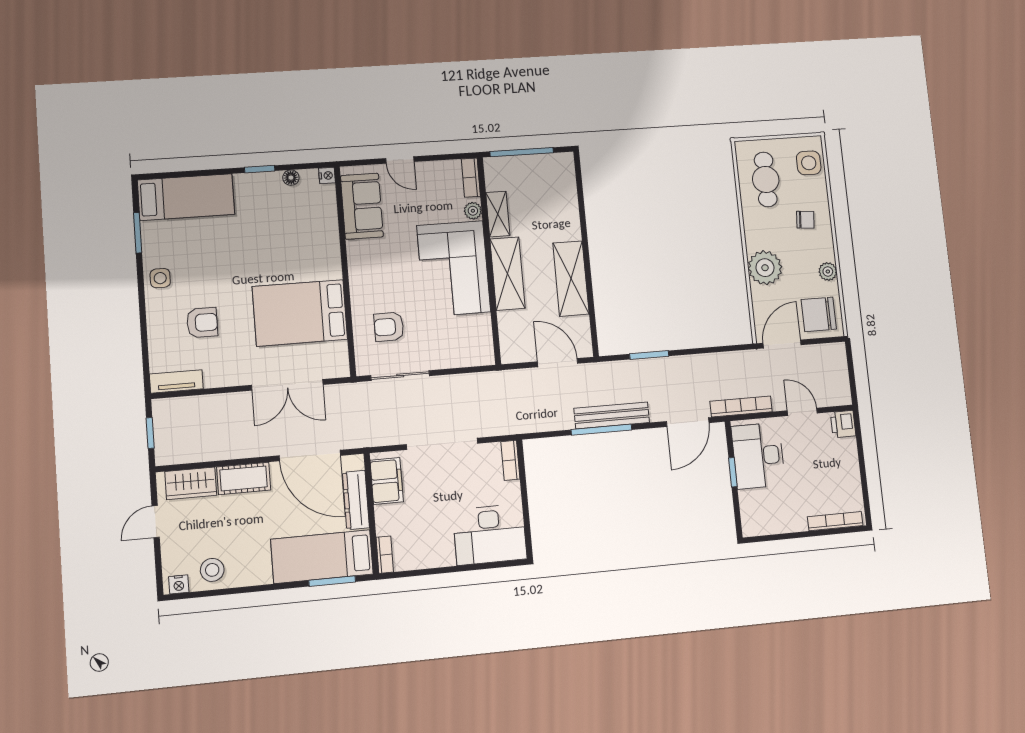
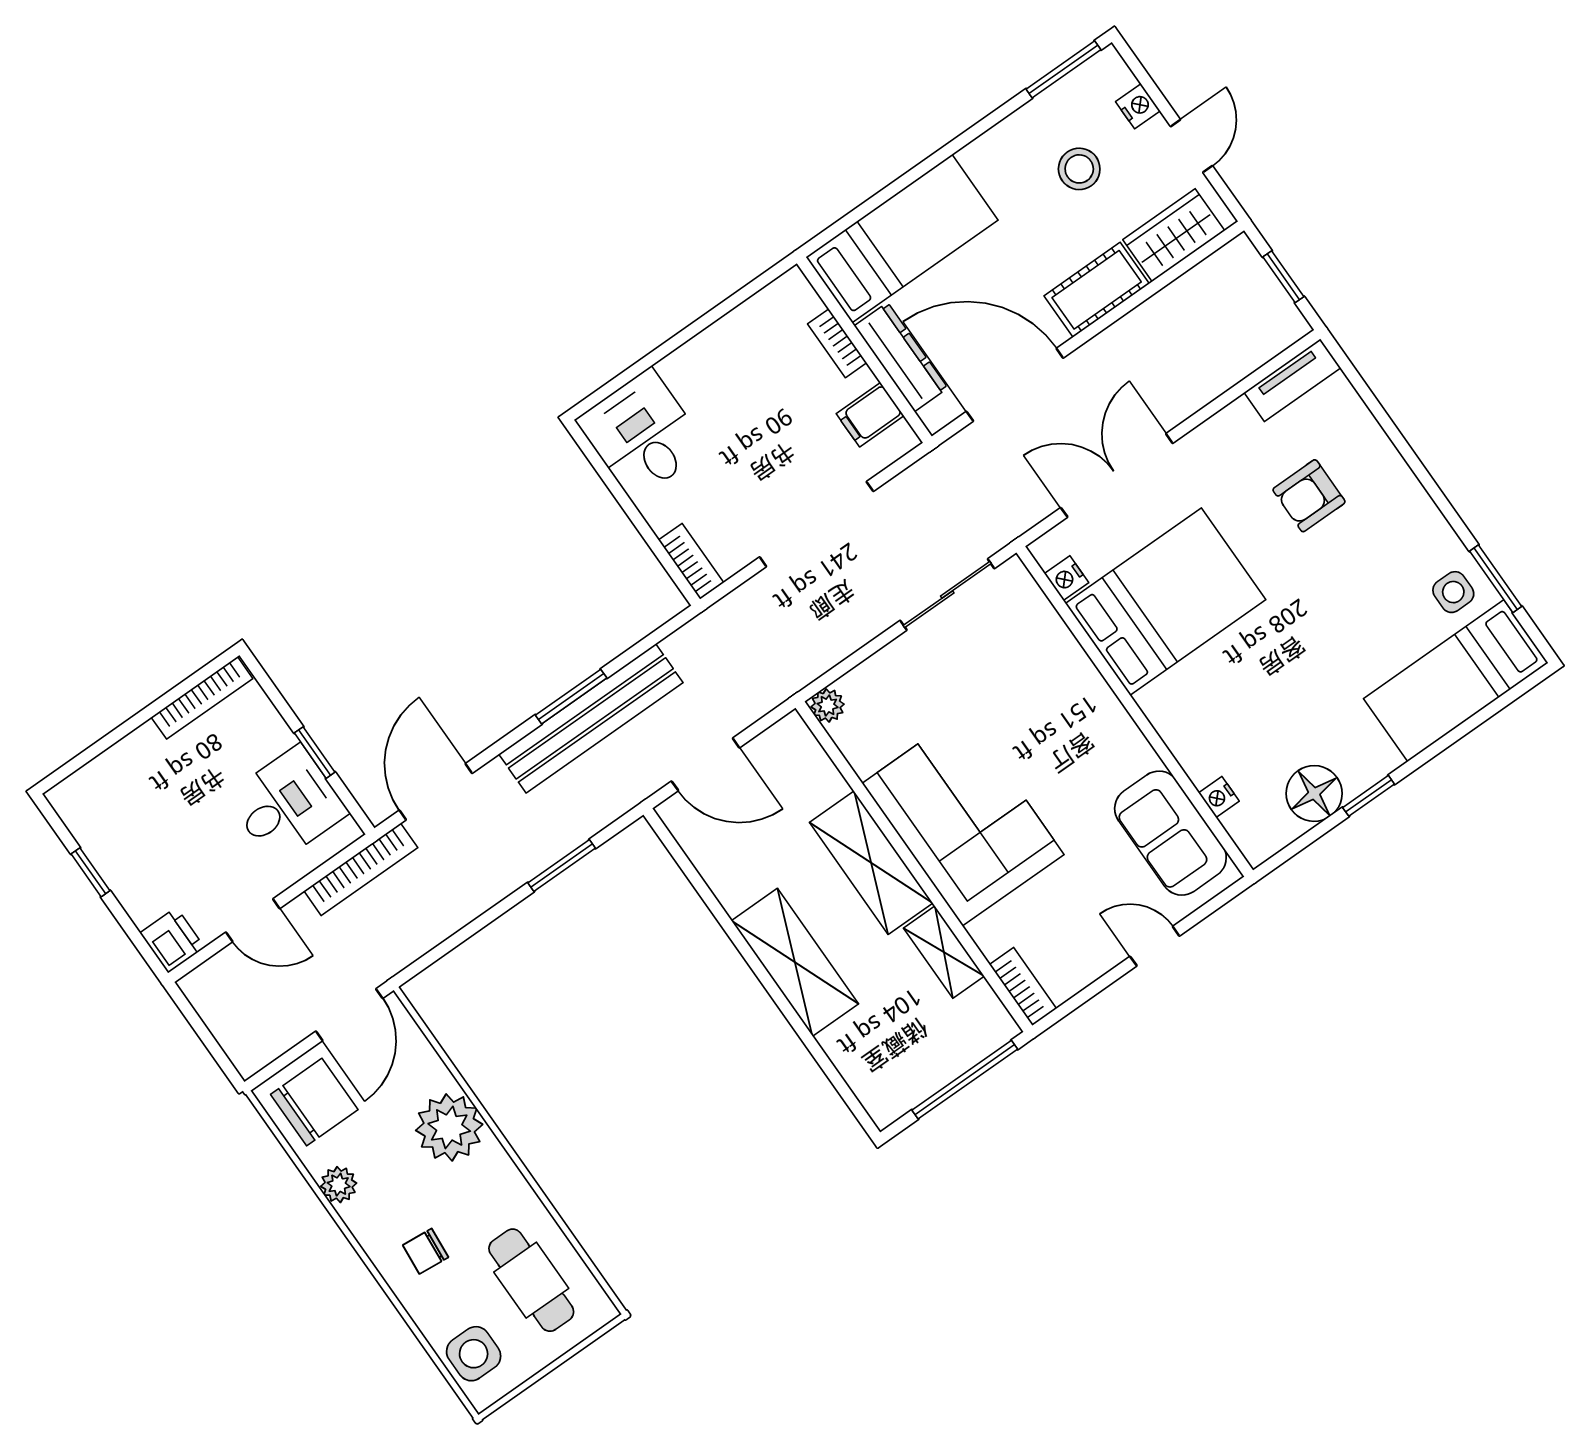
nightstand: (327, 175) -> (1219, 797), moved
floor lamp: (291, 178) -> (1314, 793), width x1.89, depth x1.89
plant: (473, 211) -> (828, 705), moved
side table: (160, 278) -> (1453, 592), moved
shelving: (571, 278) -> (795, 962), moved
armchair: (389, 327) -> (1011, 662), removed
nightstand: (340, 351) -> (1067, 578), added
bench: (612, 415) -> (591, 718), width x1.37, depth x1.21
window: (601, 430) -> (571, 697), width x0.69
desk: (758, 456) -> (287, 804), width x0.73
window: (863, 476) -> (91, 872), added
filing cabinet: (387, 481) -> (870, 415), width x0.50
bookcase: (835, 521) -> (202, 698), moved
desk: (490, 534) -> (642, 434), width x0.73
bookcase: (385, 555) -> (837, 343), moved
stool: (212, 570) -> (1079, 169), moved
window: (332, 581) -> (1063, 69), moved
nightstand: (179, 584) -> (1138, 106), moved, turned 90

